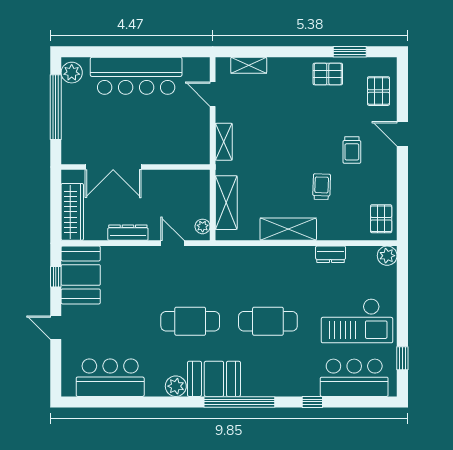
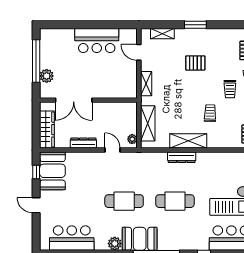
window: (350, 52) -> (195, 25), moved
plant: (72, 73) -> (47, 76), moved
pallet: (328, 74) -> (195, 63), moved
bar counter: (136, 76) -> (97, 41), width x0.73
dresser: (331, 254) -> (182, 157), moved, width x1.44

